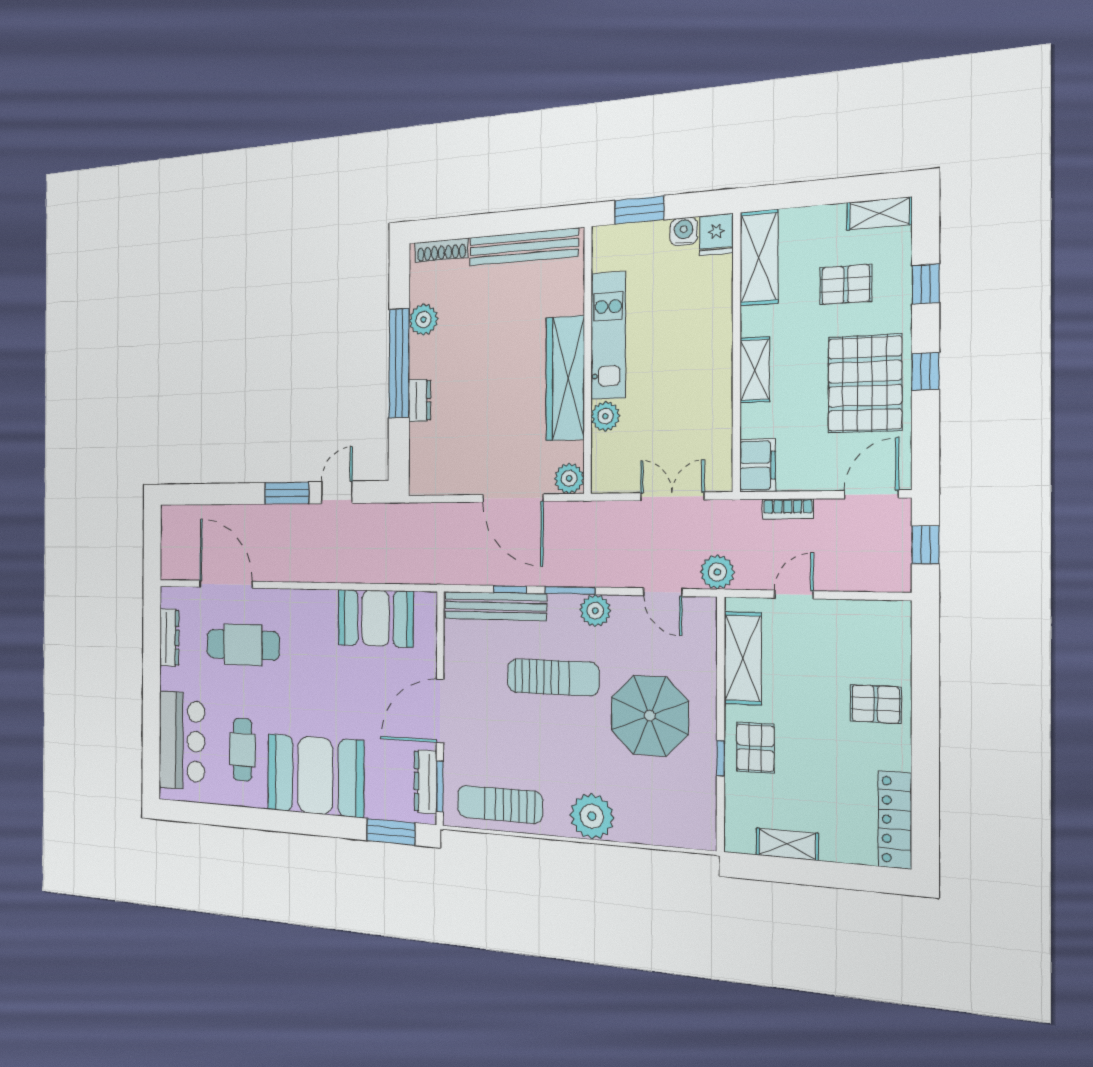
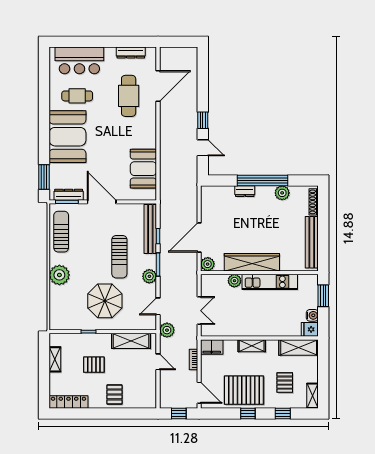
window: (287, 493) -> (203, 120), width x0.67
pallet: (755, 748) -> (94, 365), moved

